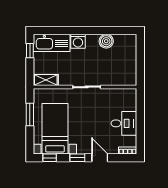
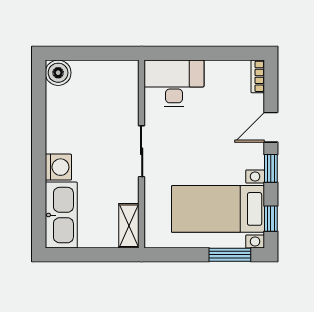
boiler: (106, 41) -> (58, 73), moved
window: (30, 51) -> (75, 255), removed
window: (30, 114) -> (230, 255), moved
desk: (124, 123) -> (174, 83), moved, width x1.37

